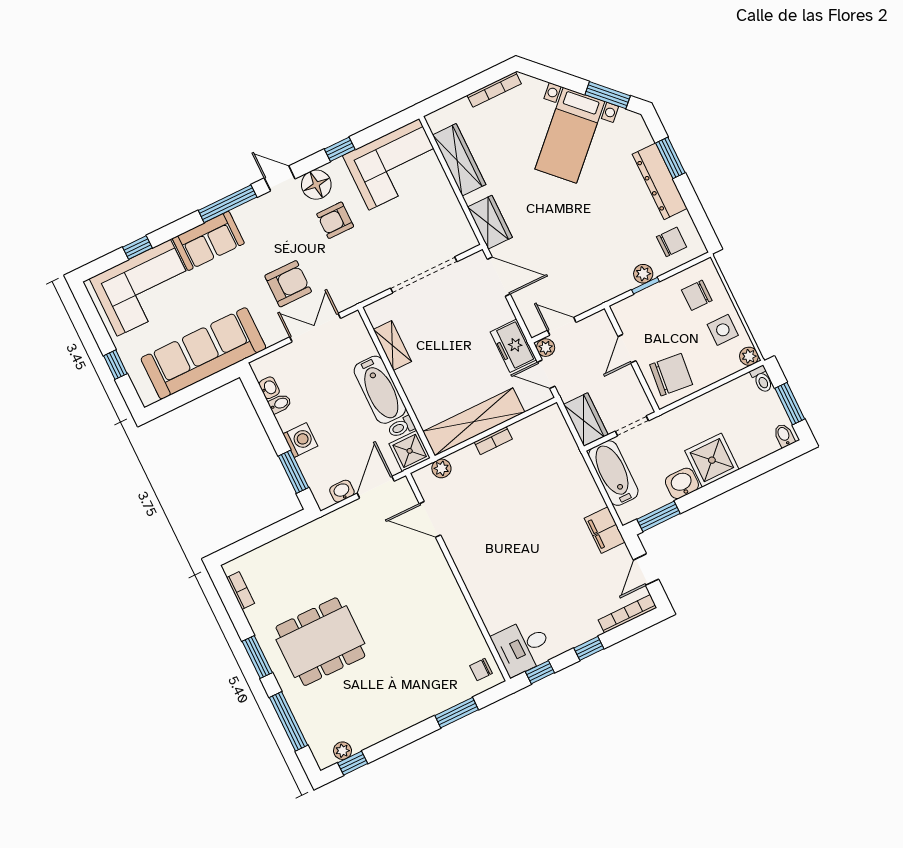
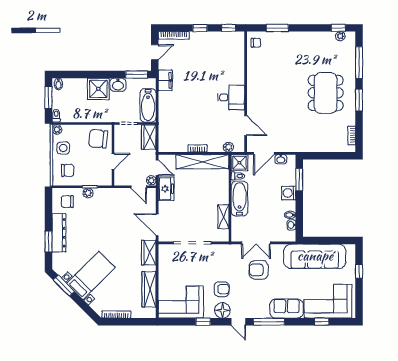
dining table: (320, 642) -> (326, 93), turned 90
desk: (522, 647) -> (231, 97), moved

